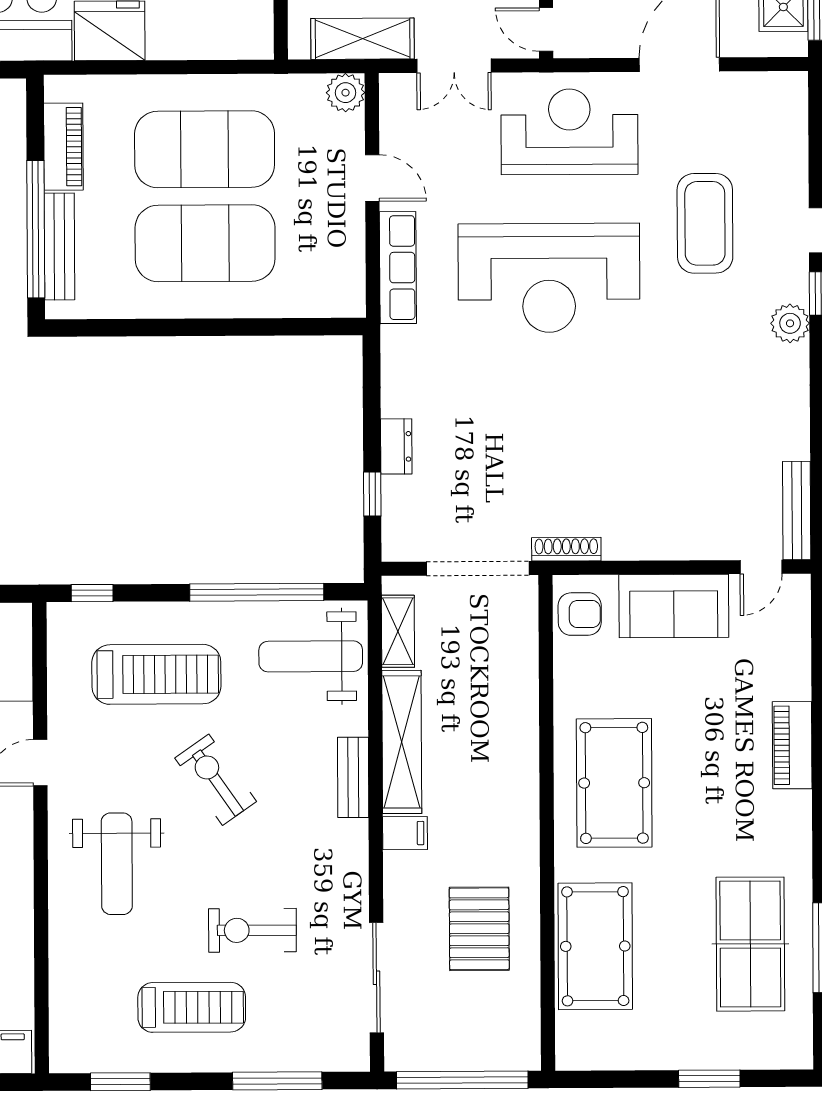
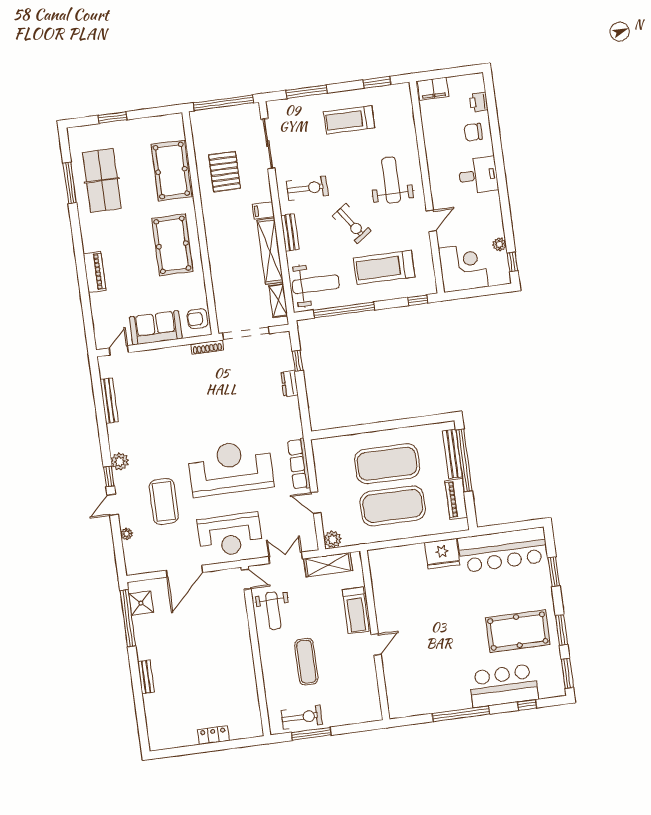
plant: (795, 163) -> (127, 534), added
bench: (797, 510) -> (109, 401), moved
exercise bike: (252, 930) -> (307, 188), moved

